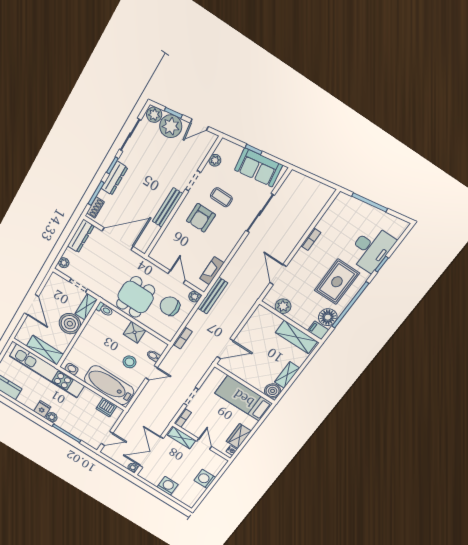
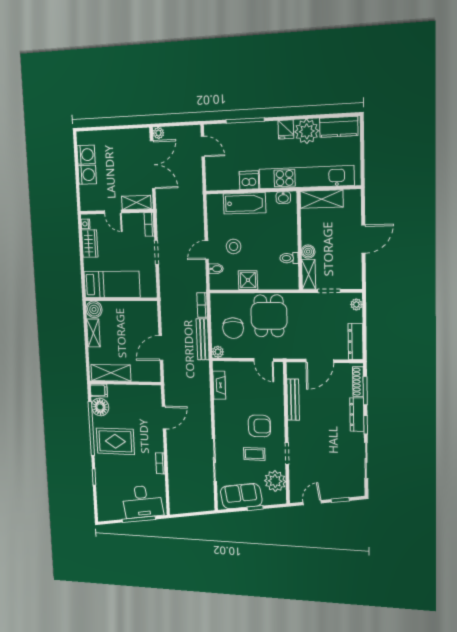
plant: (154, 115) -> (356, 489), removed
plant: (171, 126) -> (335, 488), removed
plant: (215, 160) -> (275, 481), width x1.88, depth x1.88
shoe rack: (95, 207) -> (358, 382), width x1.43
bench: (167, 208) -> (293, 400), moved
armchair: (201, 218) -> (259, 426), turned 90
door: (118, 239) -> (320, 361), width x0.73
desk: (371, 249) -> (142, 502), moved, turned -99
door: (278, 274) -> (164, 418), hinge flipped
door: (177, 277) -> (264, 360), moved
rug: (337, 282) -> (115, 441), turned 90
bench: (213, 296) -> (203, 339), moved
door: (31, 305) -> (363, 239), swing flipped
chair: (170, 306) -> (233, 328), turned 90
plant: (283, 306) -> (141, 393), removed
toilet: (105, 309) -> (289, 258), moved
boiler: (70, 324) -> (308, 252), width x0.54, depth x0.54
door: (225, 349) -> (161, 348), moved
bathtub: (109, 385) -> (244, 203), width x0.73, depth x0.73
dishwasher: (106, 407) -> (249, 180), moved
plant: (52, 417) -> (307, 131), moved, width x1.88, depth x1.88
door: (107, 438) -> (203, 147), swing flipped
washing machine: (168, 486) -> (86, 155), moved, turned -90

